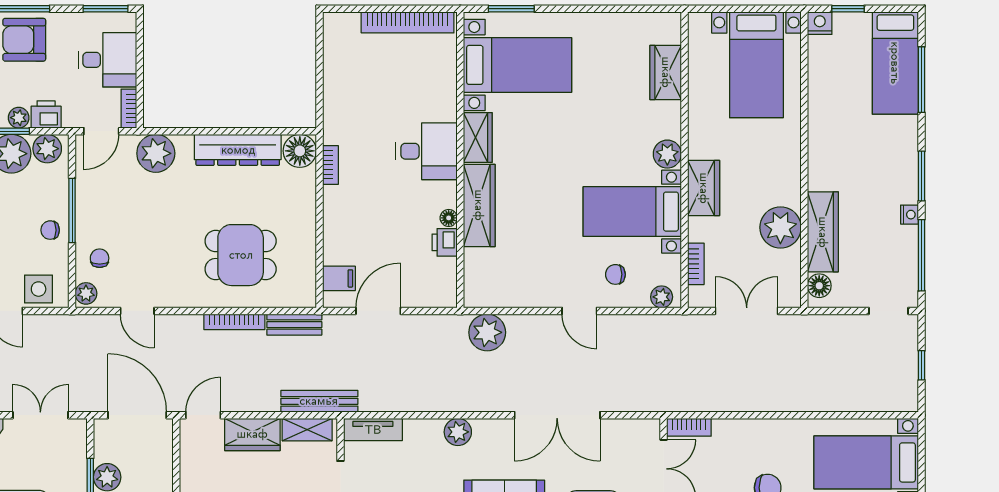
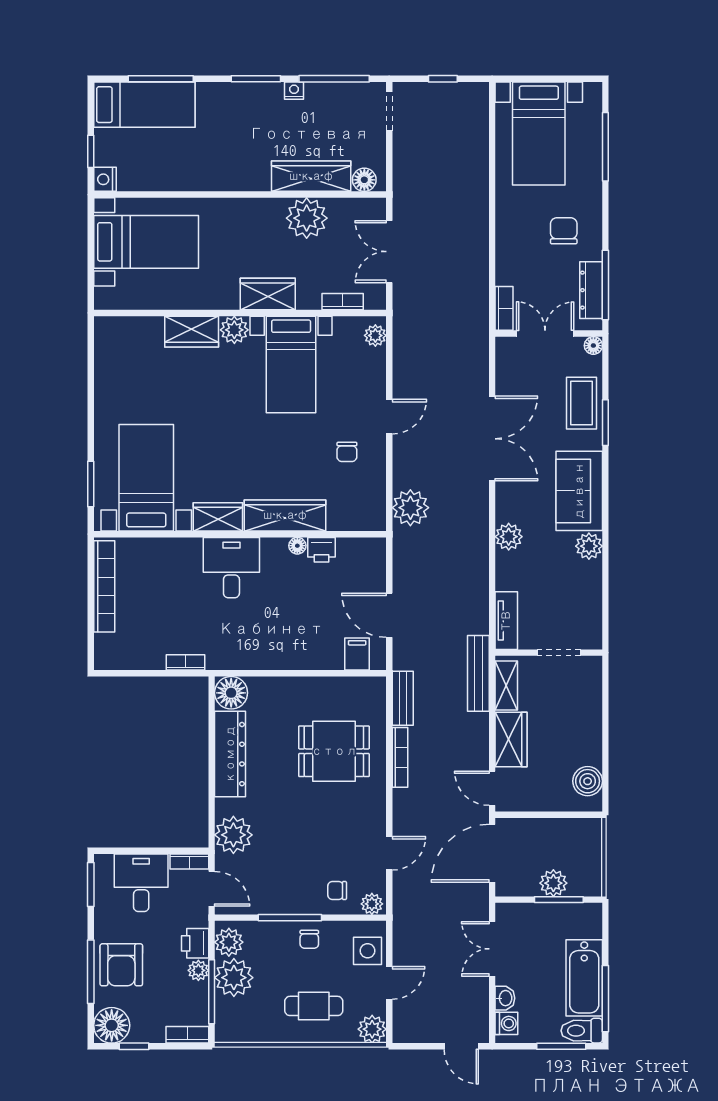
wardrobe: (666, 72) -> (192, 332), moved
bookcase: (331, 165) -> (186, 662), moved
dining table: (241, 255) -> (334, 751), turned 90
chair: (615, 274) -> (347, 452), moved

